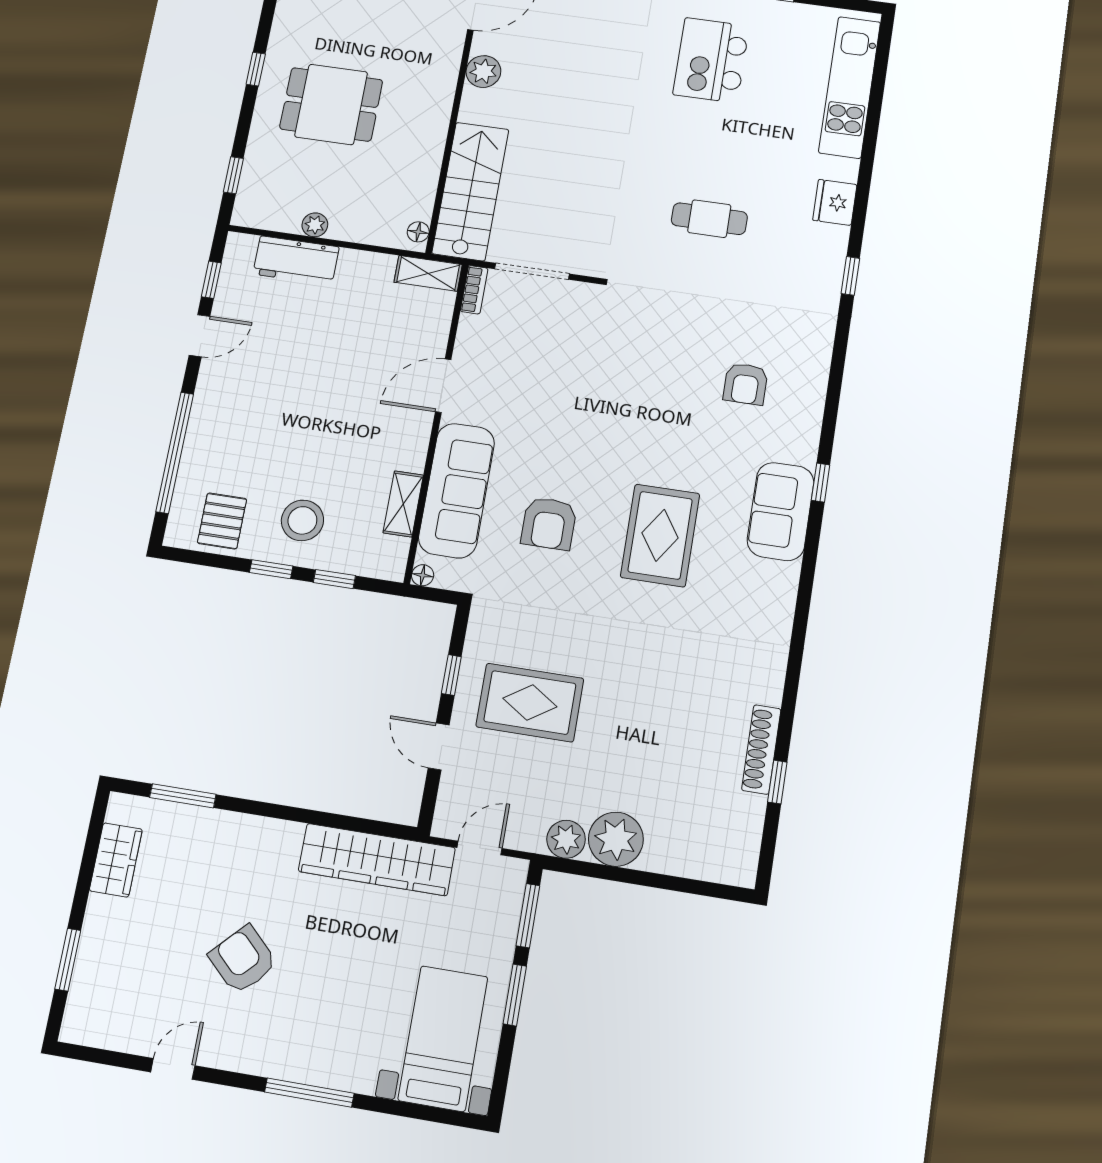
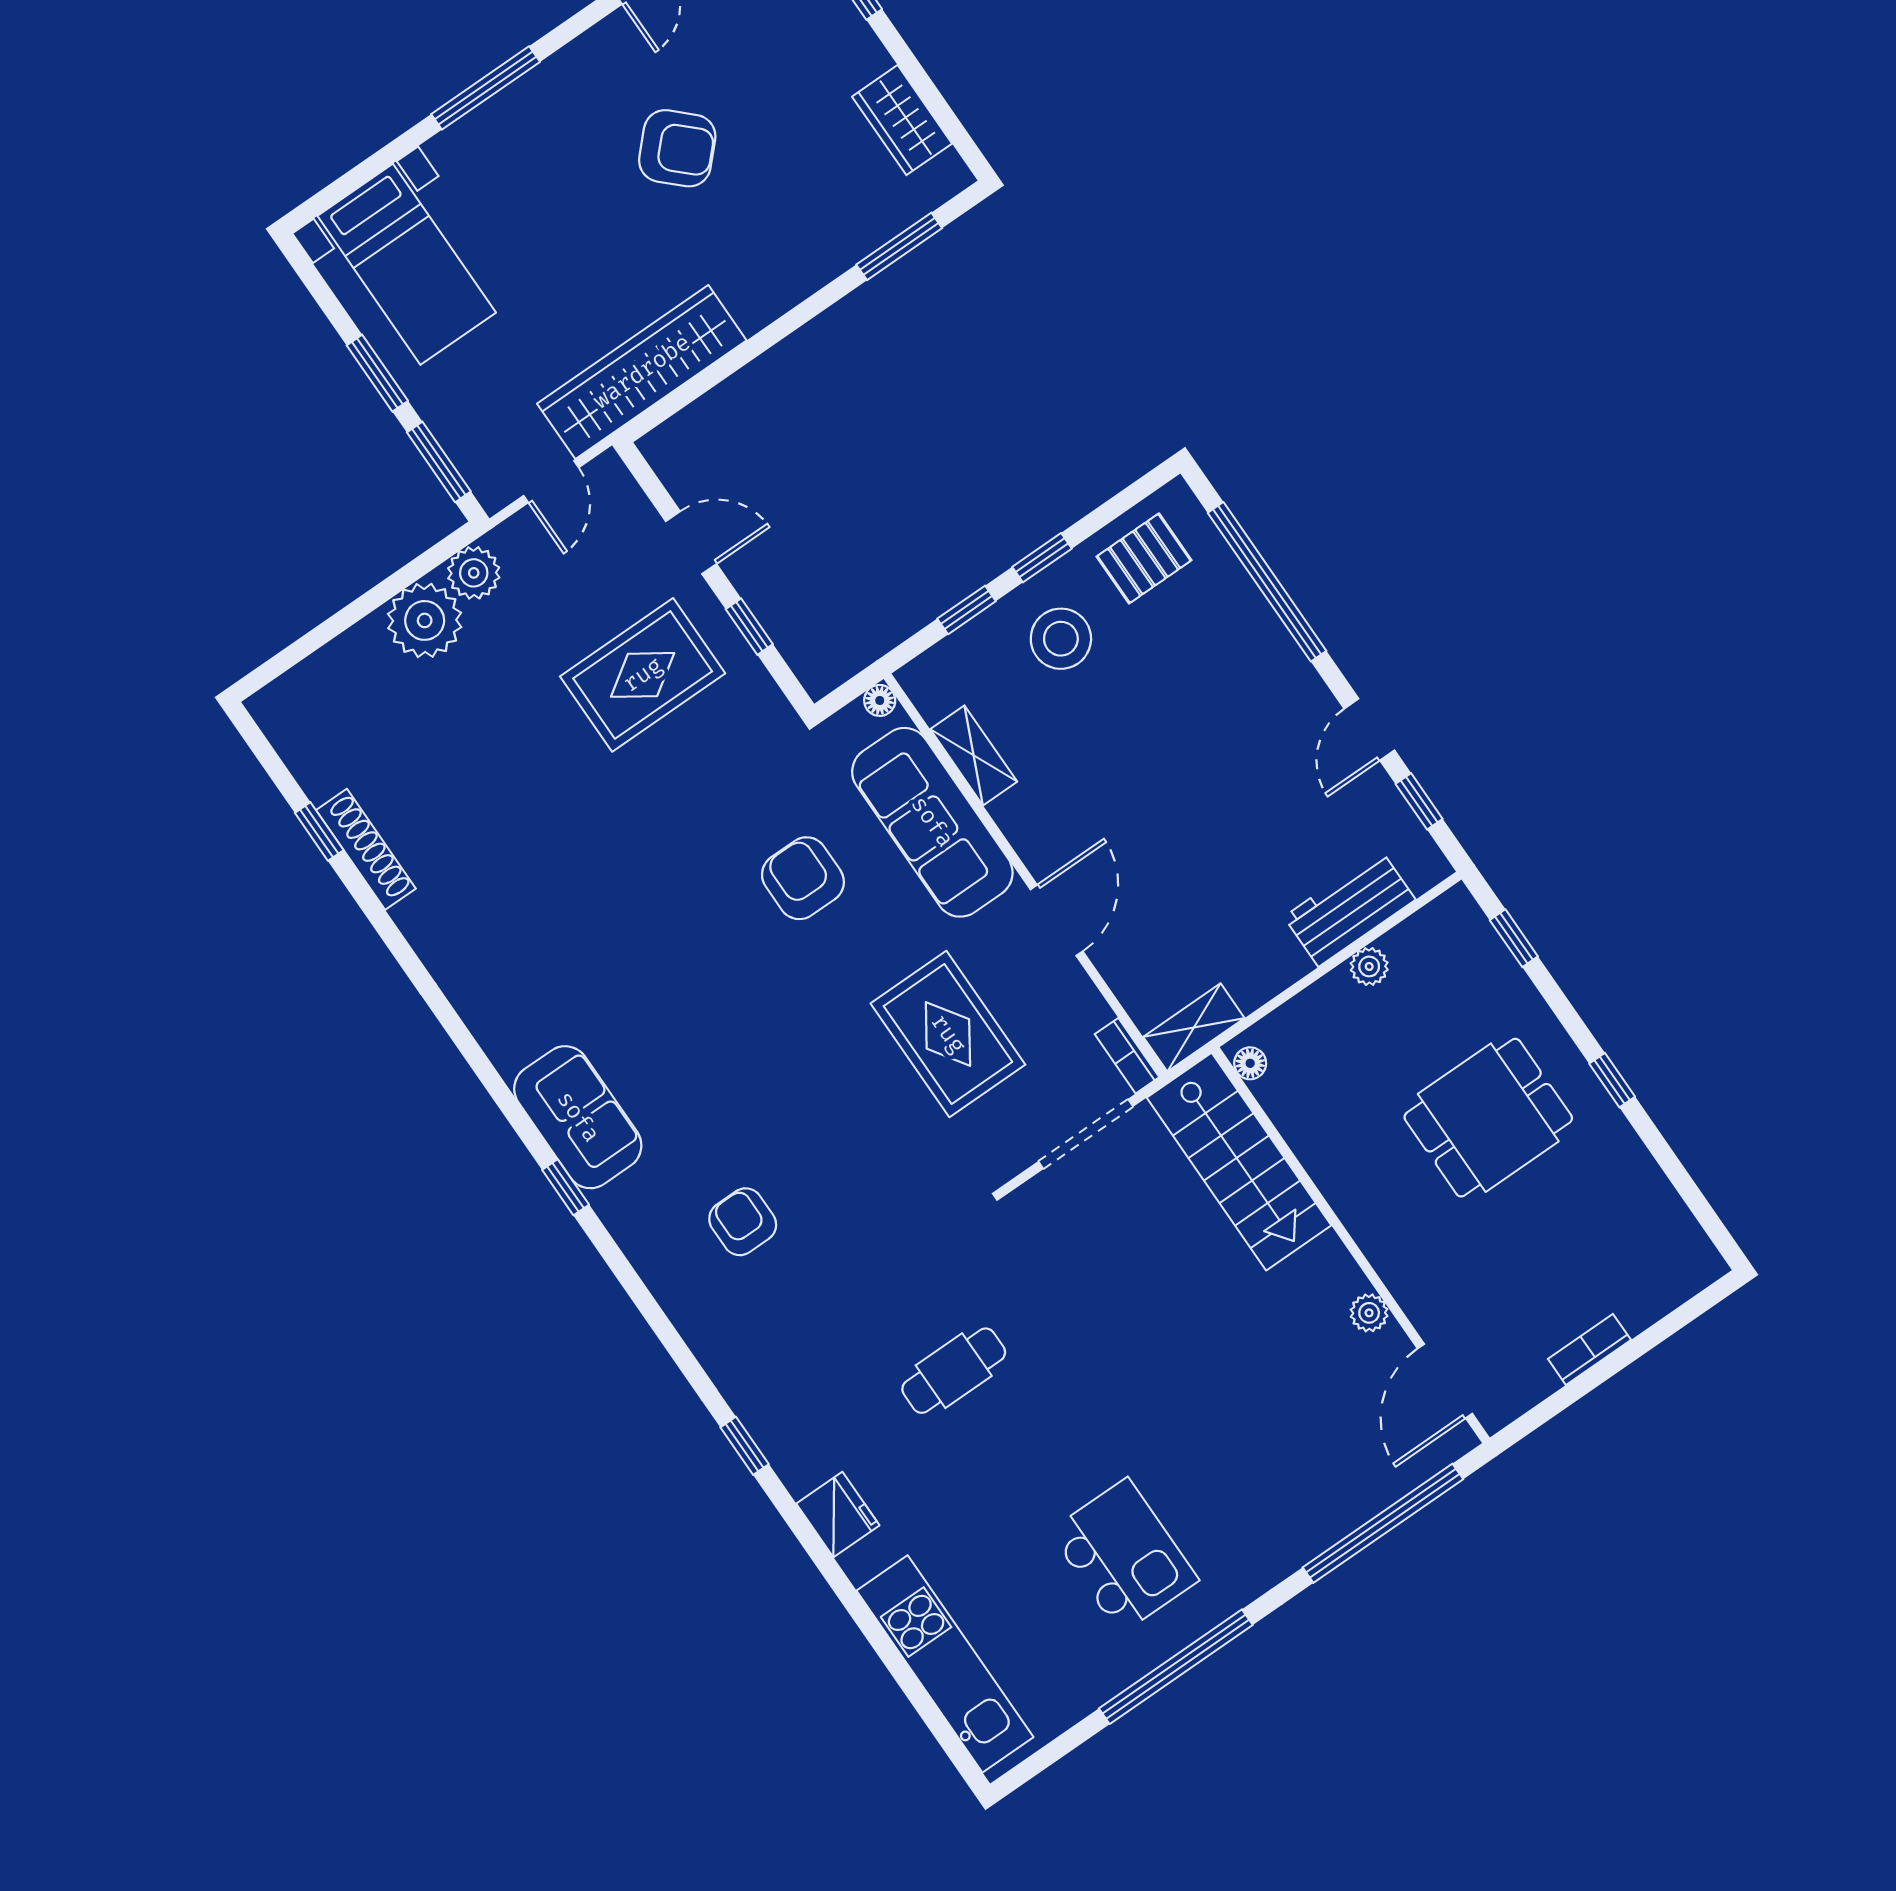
plant: (483, 72) -> (1369, 1313), width x0.73, depth x0.73
pallet: (222, 521) -> (1144, 558), turned 90
rug: (660, 535) -> (948, 1034), moved

